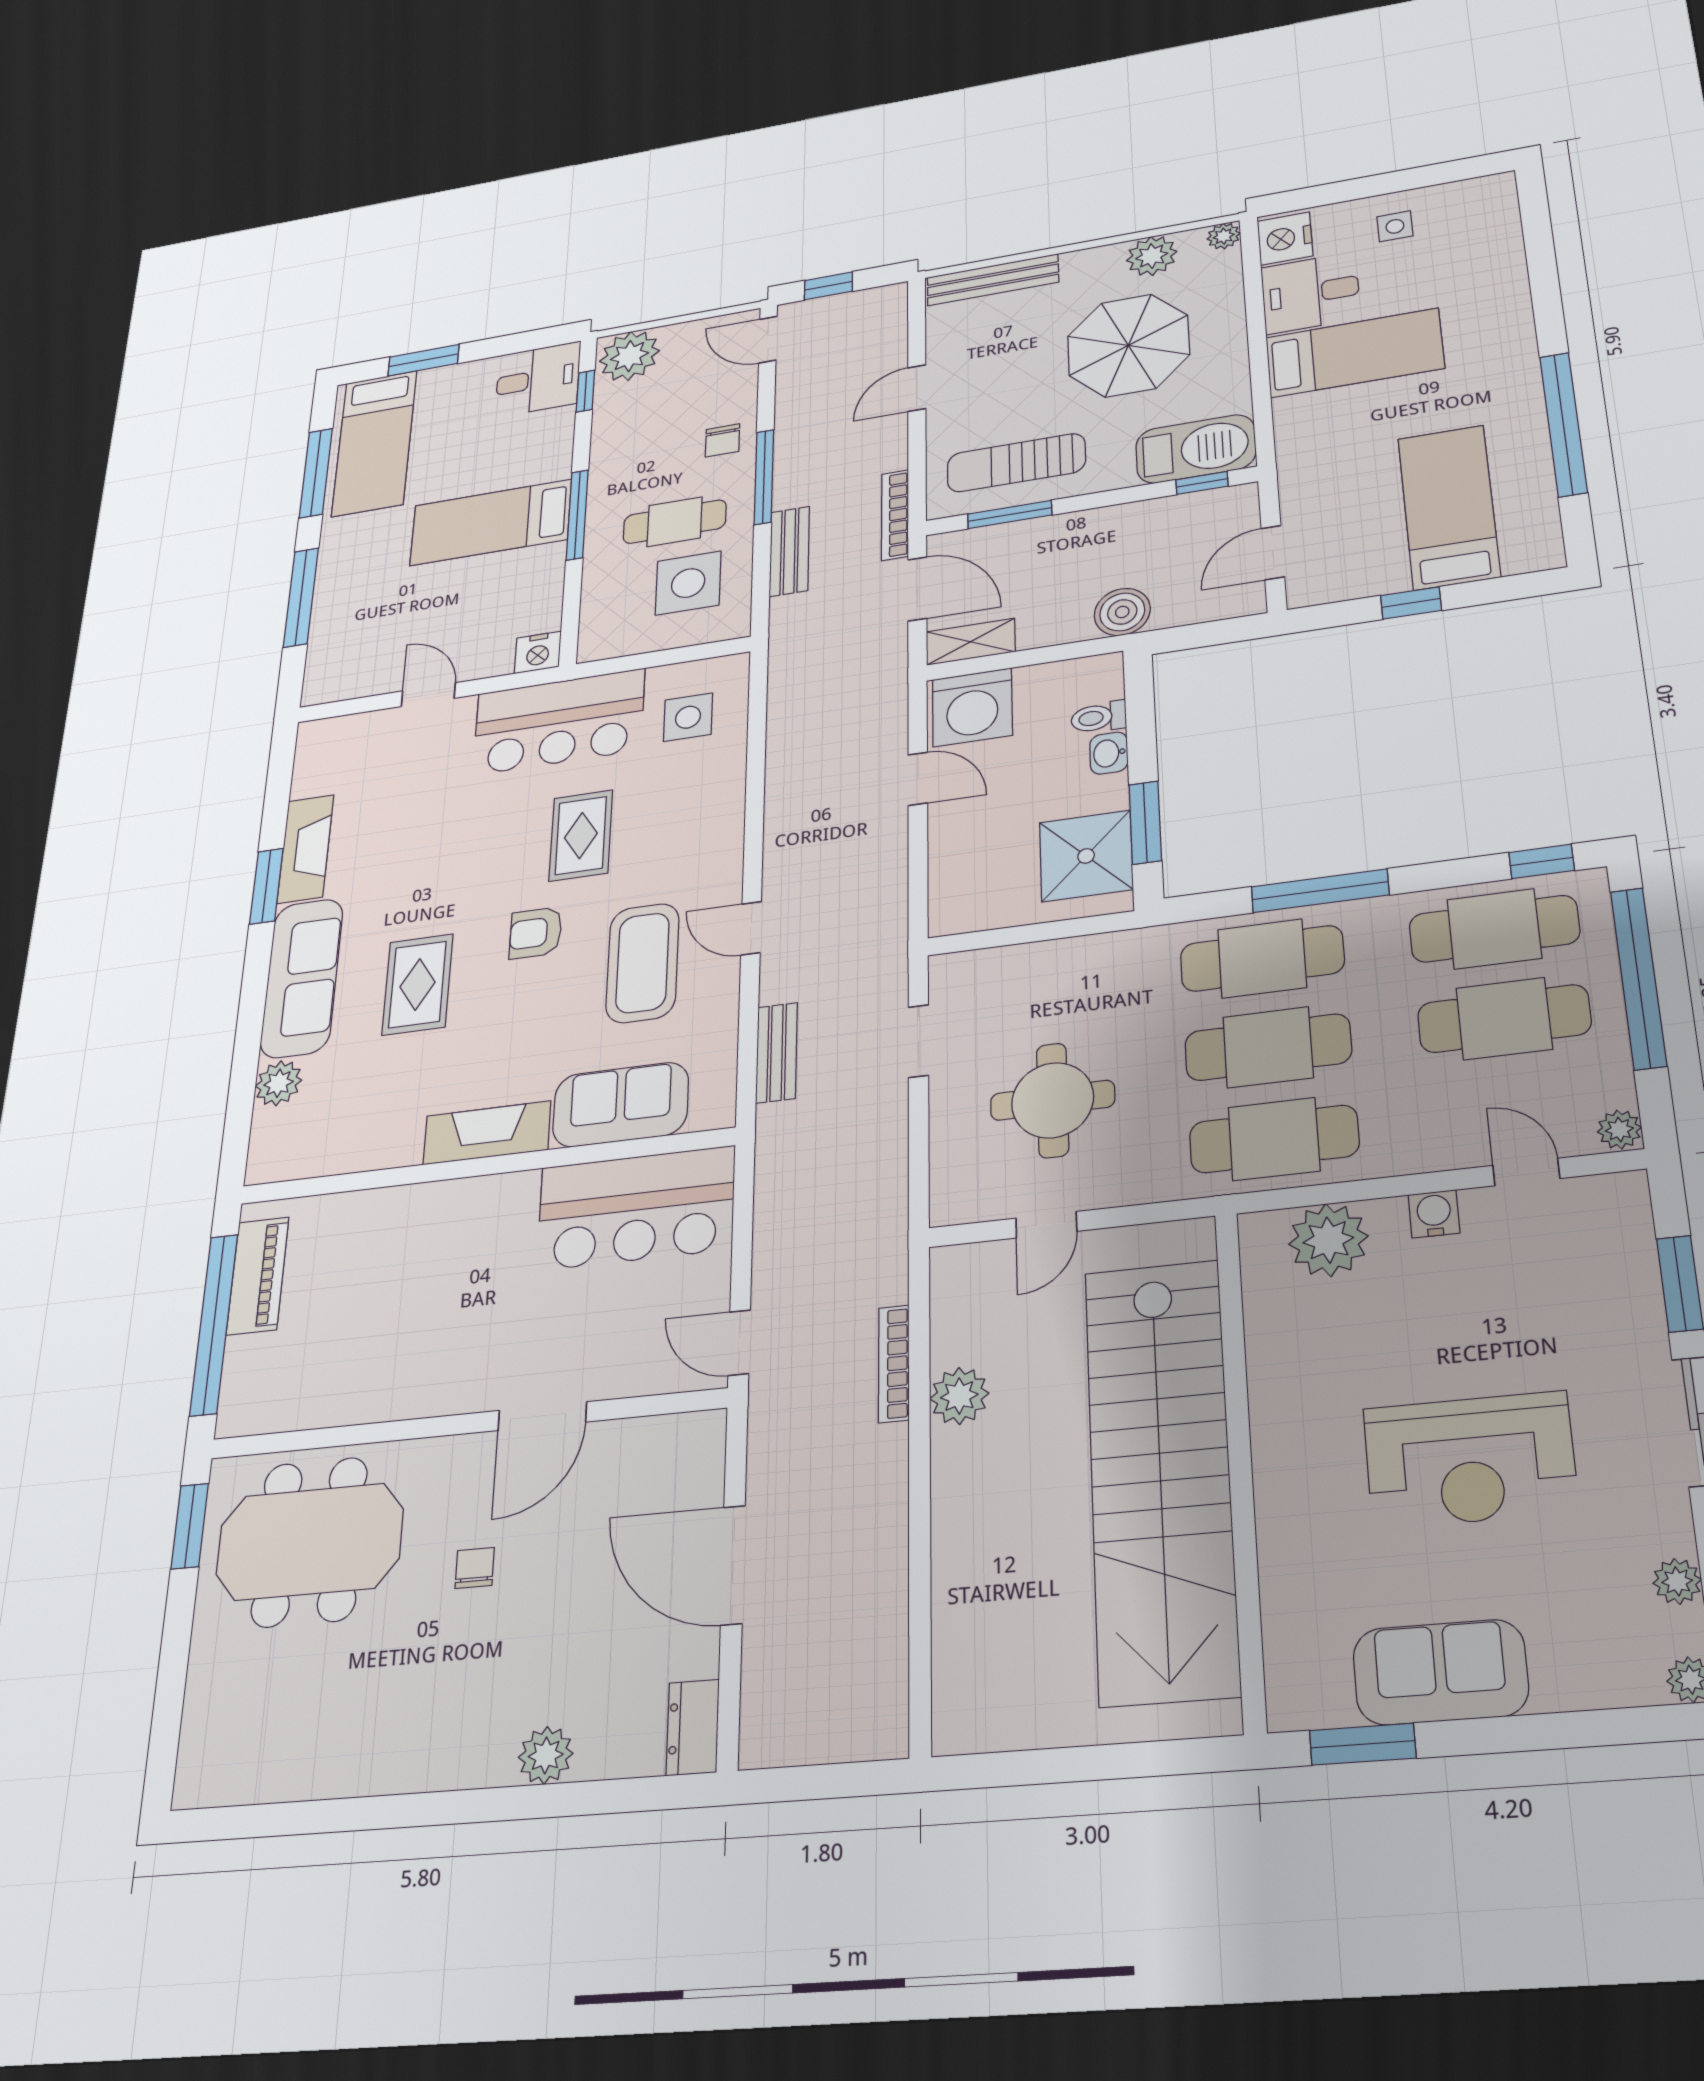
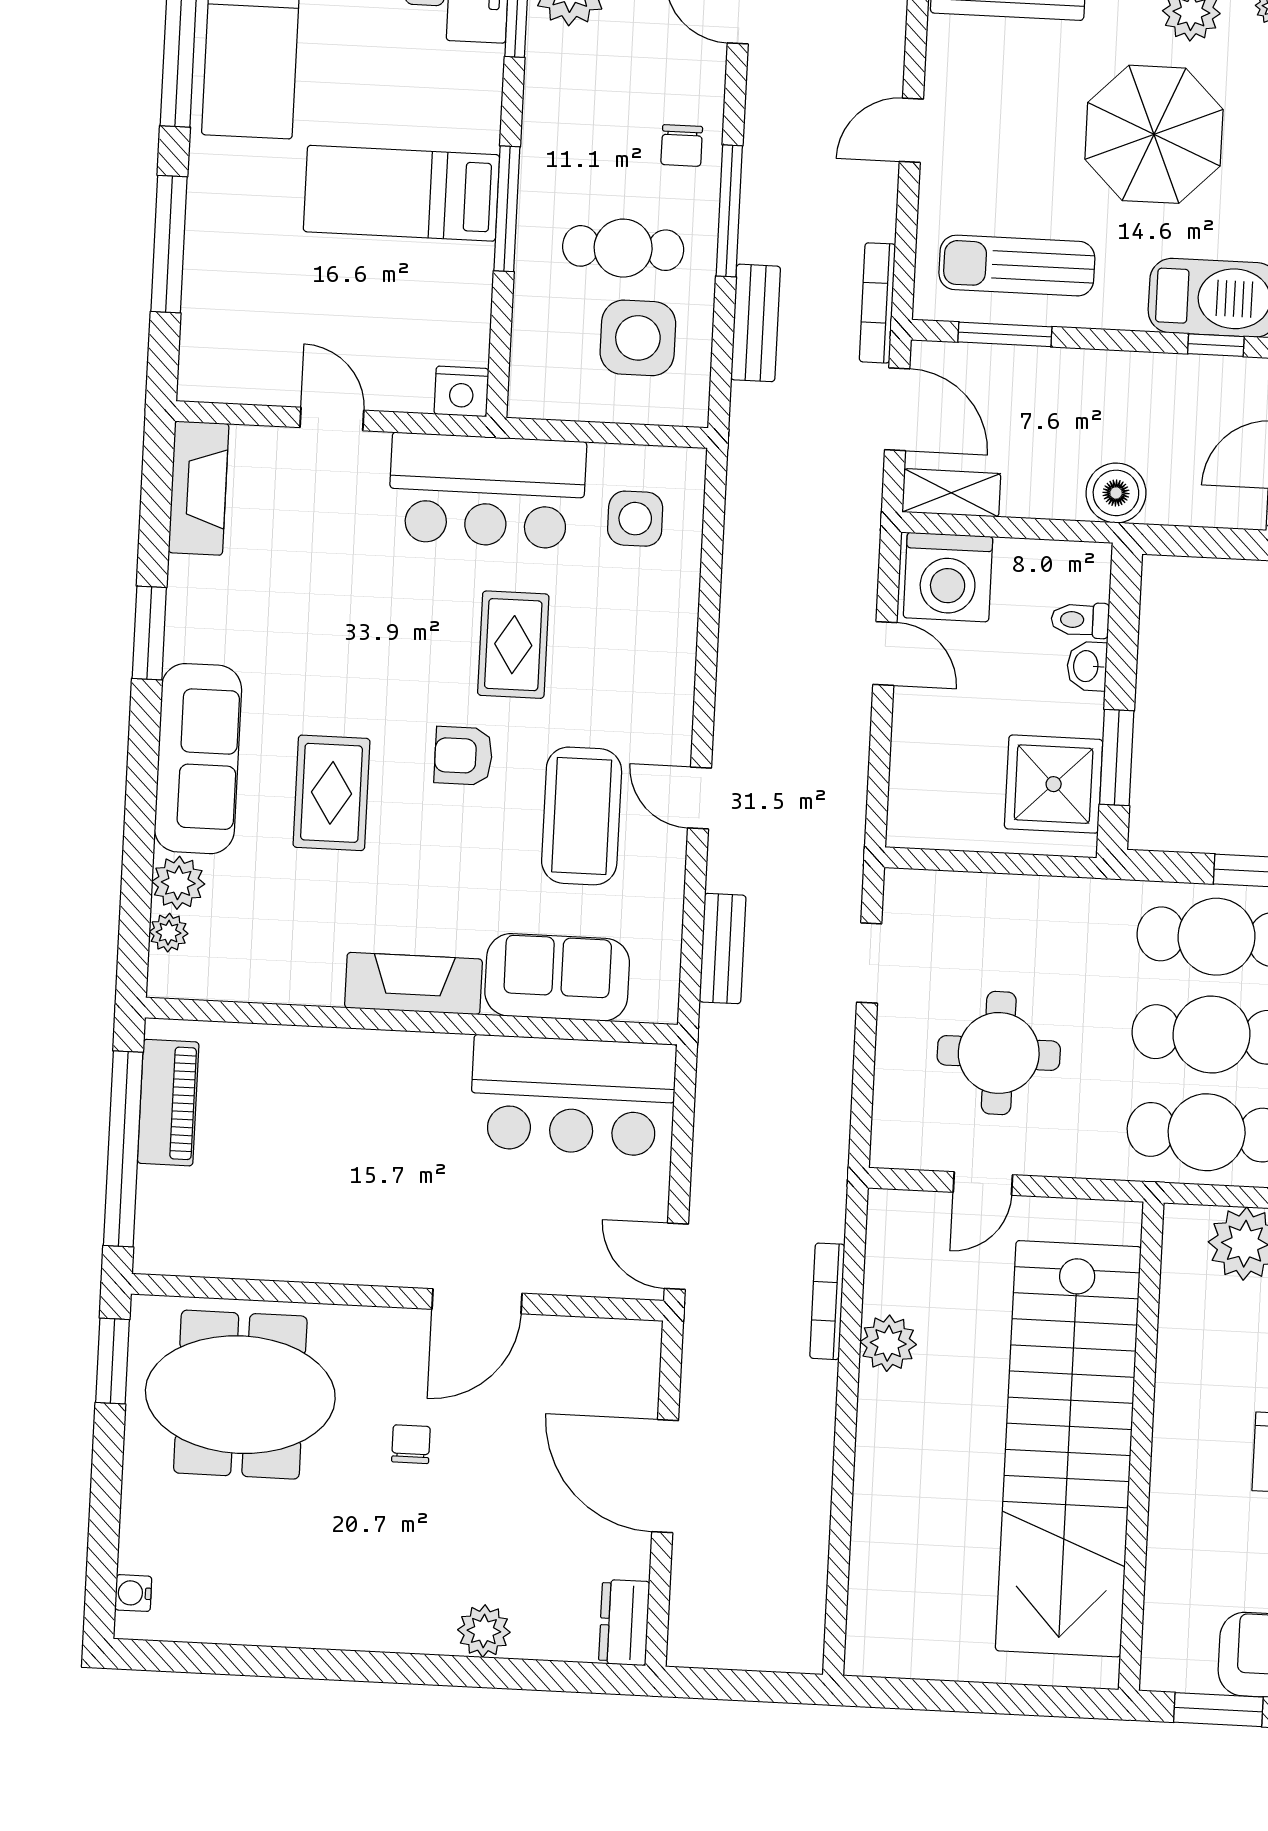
fireplace: (305, 849) -> (199, 488), moved
plant: (267, 1127) -> (169, 933), added
water cooler: (193, 1760) -> (133, 1593), added

